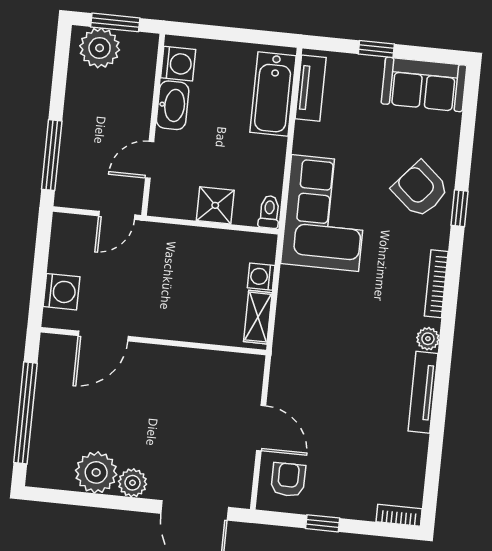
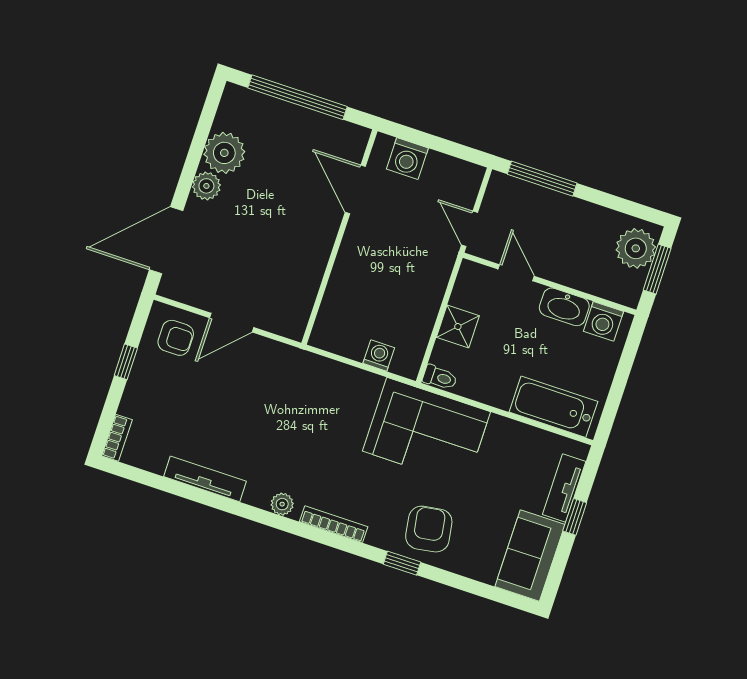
tv unit: (311, 88) -> (564, 488), moved, turned 90
armchair: (420, 189) -> (429, 529), turned -50
shelving: (258, 317) -> (340, 344), removed
tv unit: (423, 392) -> (205, 479), moved

